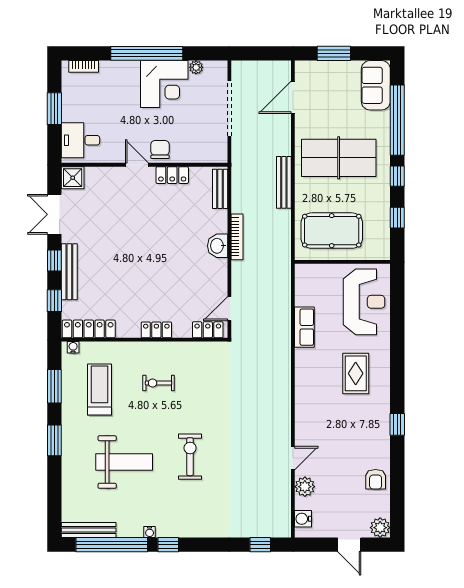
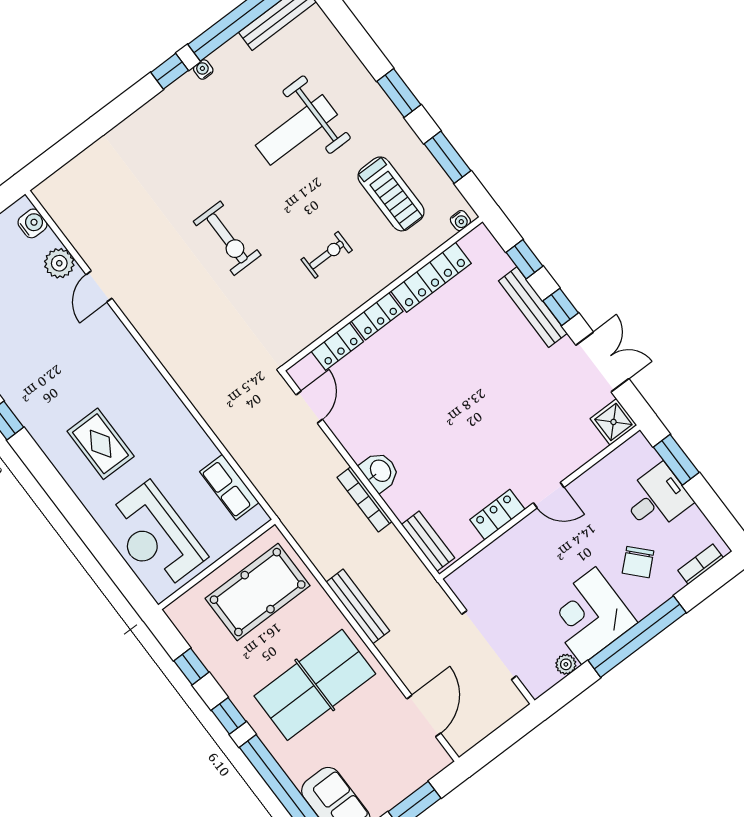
window: (54, 109) -> (676, 460), moved
desk: (81, 140) -> (657, 498), moved
chair: (160, 150) -> (638, 562), moved, turned 47
row of seats: (304, 327) -> (229, 487), moved
locker: (89, 329) -> (431, 277), moved
locker: (208, 330) -> (337, 346), moved
exercise bike: (190, 457) -> (227, 238), moved
window: (260, 545) -> (60, 154), removed

